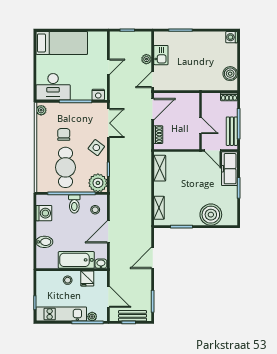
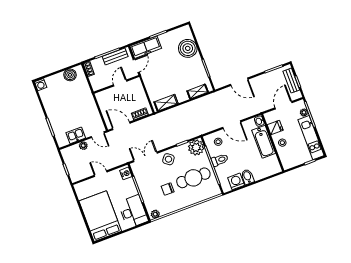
bed: (62, 43) -> (100, 216), width x1.50
bidet: (44, 242) -> (248, 177), moved

